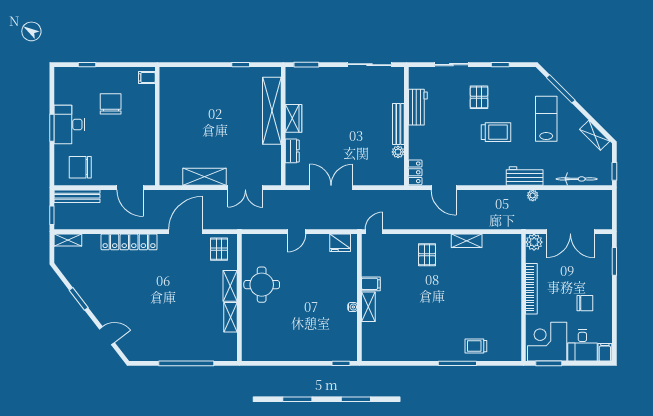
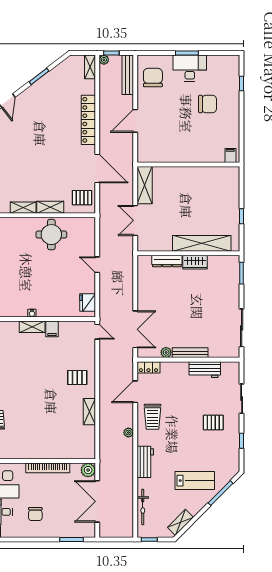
filing cabinet: (147, 77) -> (230, 155), moved
wall: (157, 126) -> (188, 165), moved
trolley: (496, 132) -> (152, 417), moved
dresser: (292, 151) -> (167, 261), width x1.44
double door: (331, 188) -> (135, 329), moved
plant: (533, 195) -> (128, 432), moved
plant: (60, 224) -> (104, 60), added

